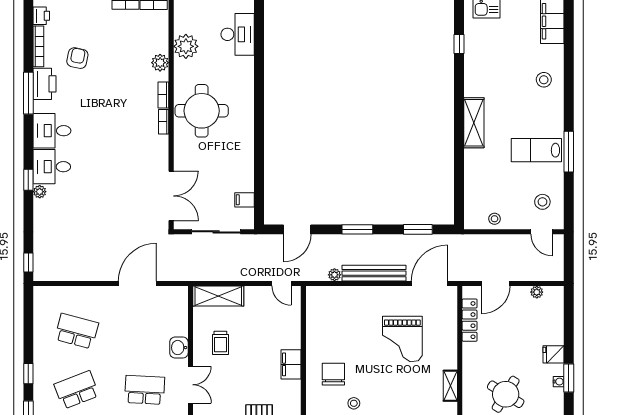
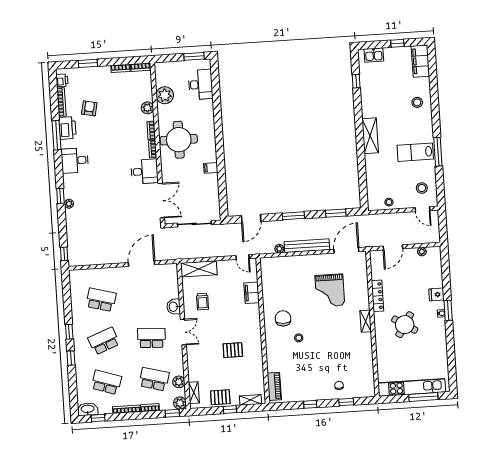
desk: (52, 167) -> (145, 171), moved, turned 180
filing cabinet: (244, 200) -> (211, 168), moved
locker: (470, 320) -> (377, 296), moved
filing cabinet: (291, 364) -> (252, 293), moved

